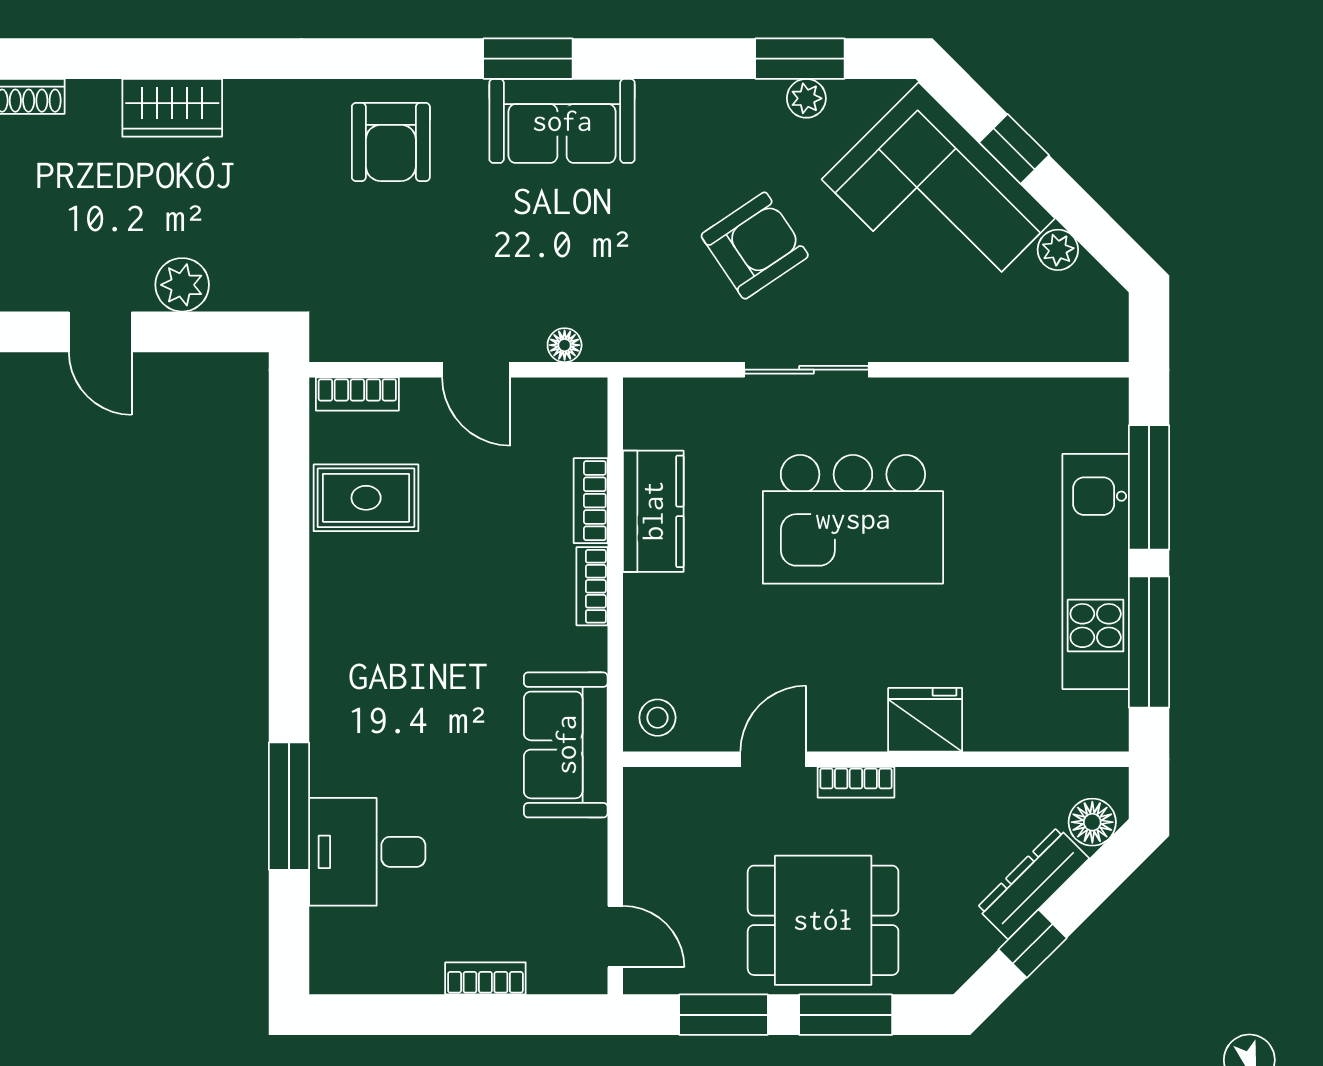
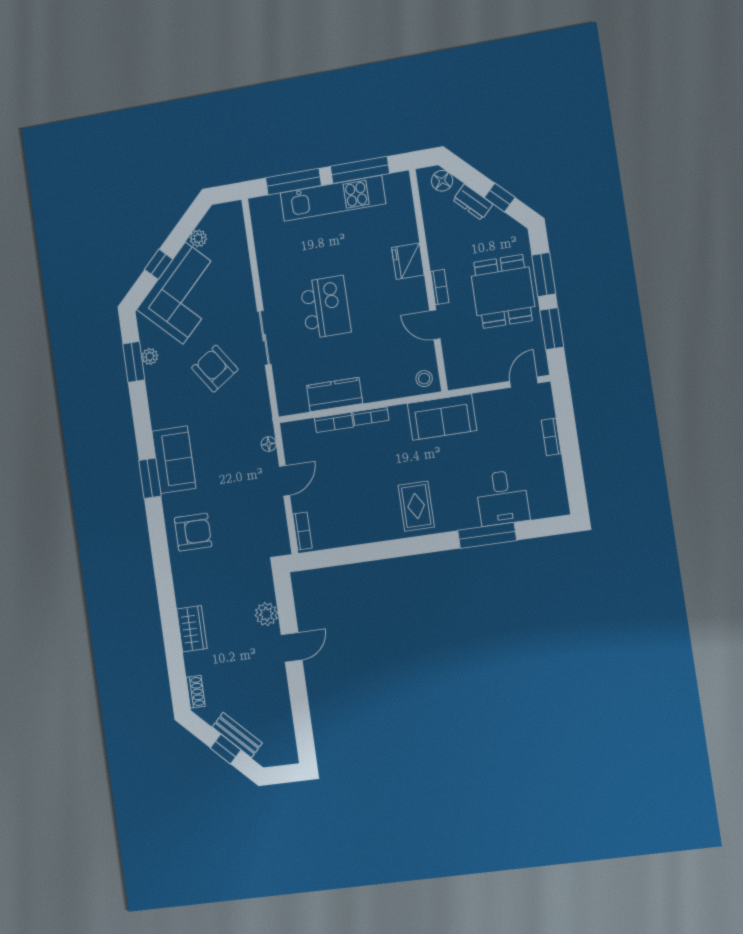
rug: (366, 498) -> (416, 506), moved
kitchen island: (853, 519) -> (325, 307), width x0.73, depth x0.78
dresser: (1033, 883) -> (473, 202), width x0.70

